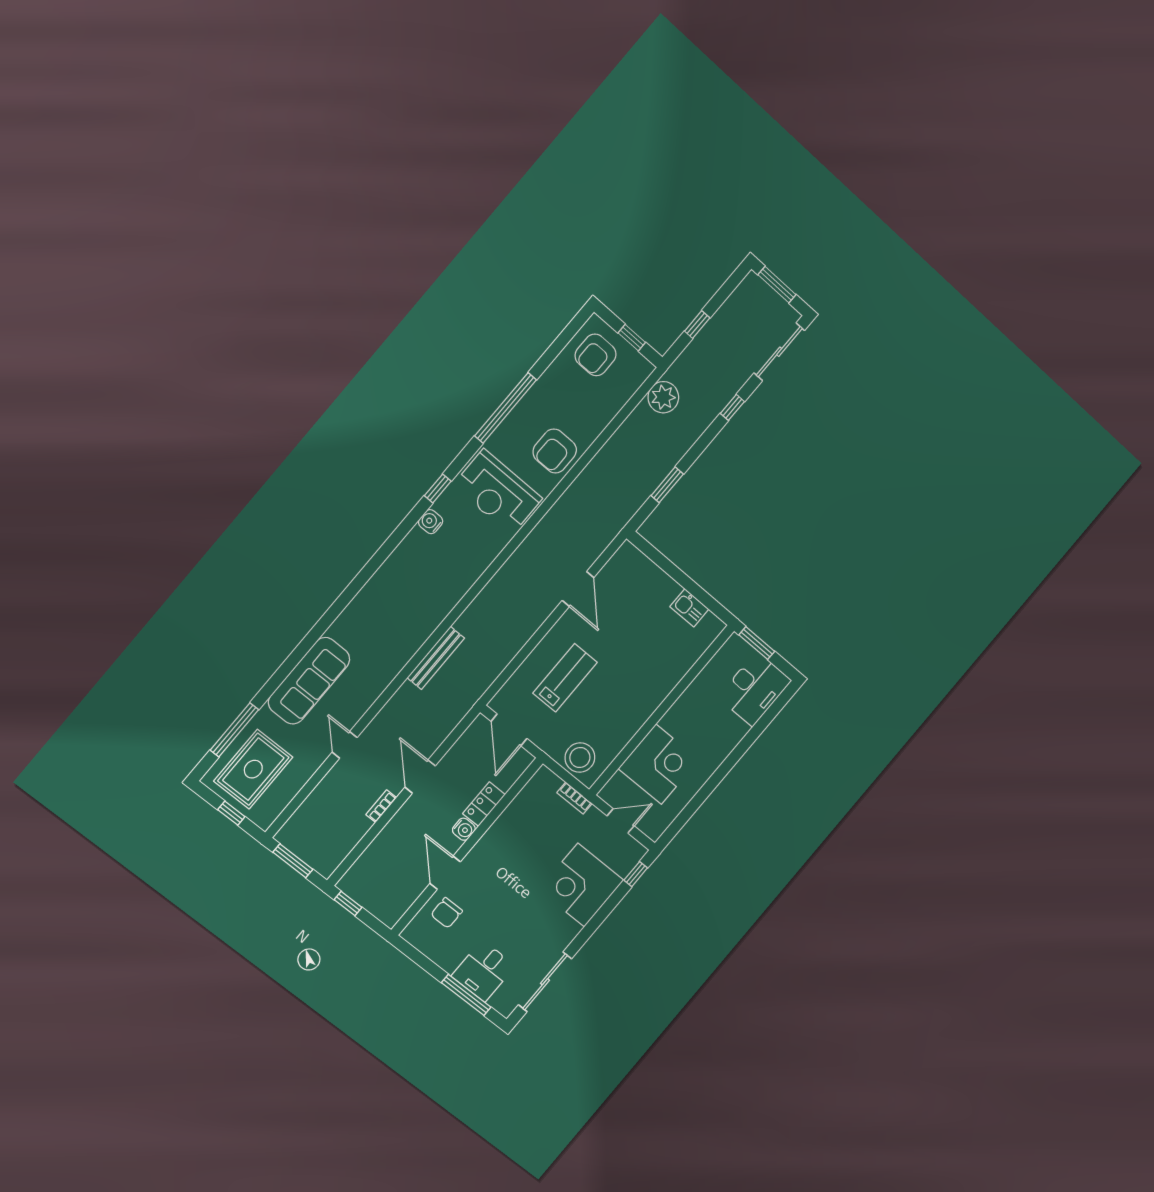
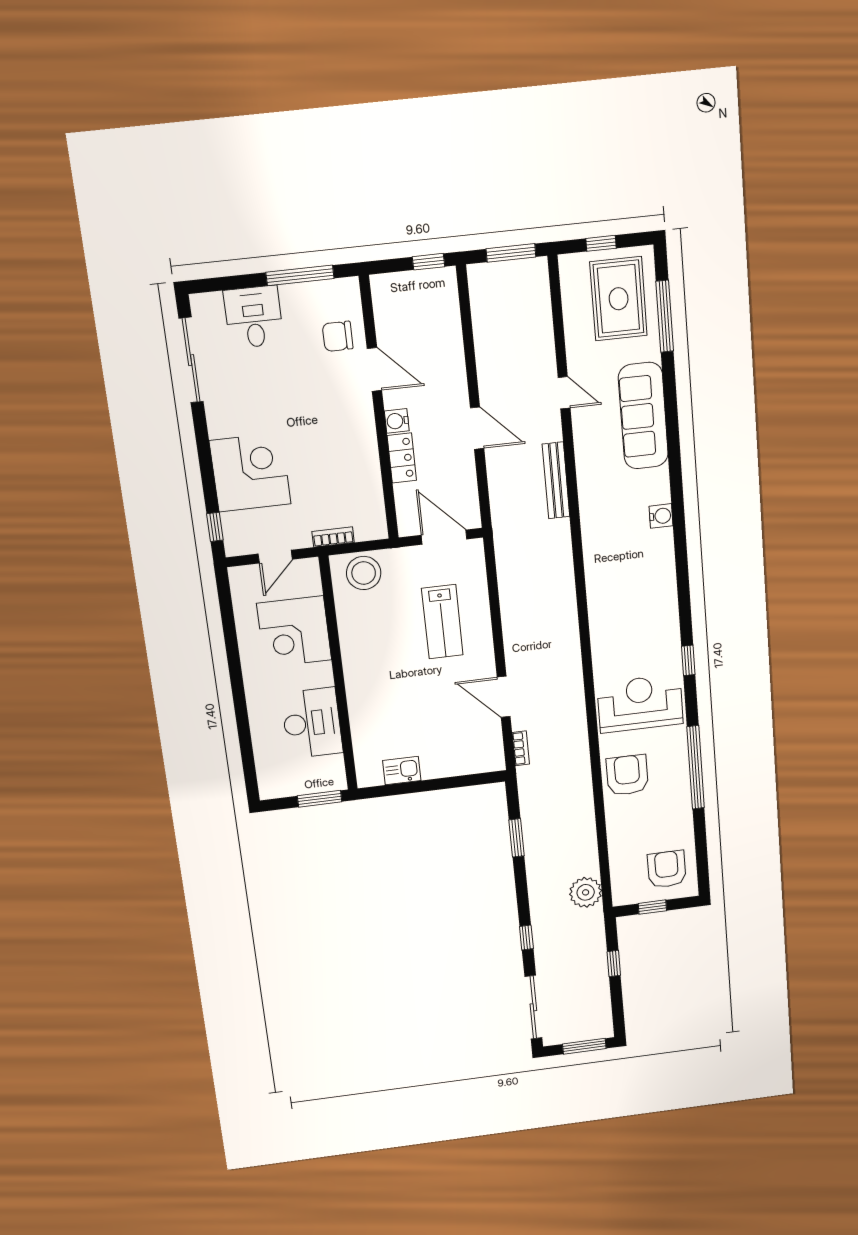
water cooler: (431, 522) -> (661, 516), moved
bench: (436, 658) -> (556, 480), moved
desk: (755, 689) -> (312, 723), moved, turned 180
bookcase: (381, 806) -> (521, 748), moved
chair: (447, 913) -> (338, 336), turned -90
window: (466, 995) -> (300, 275), moved

